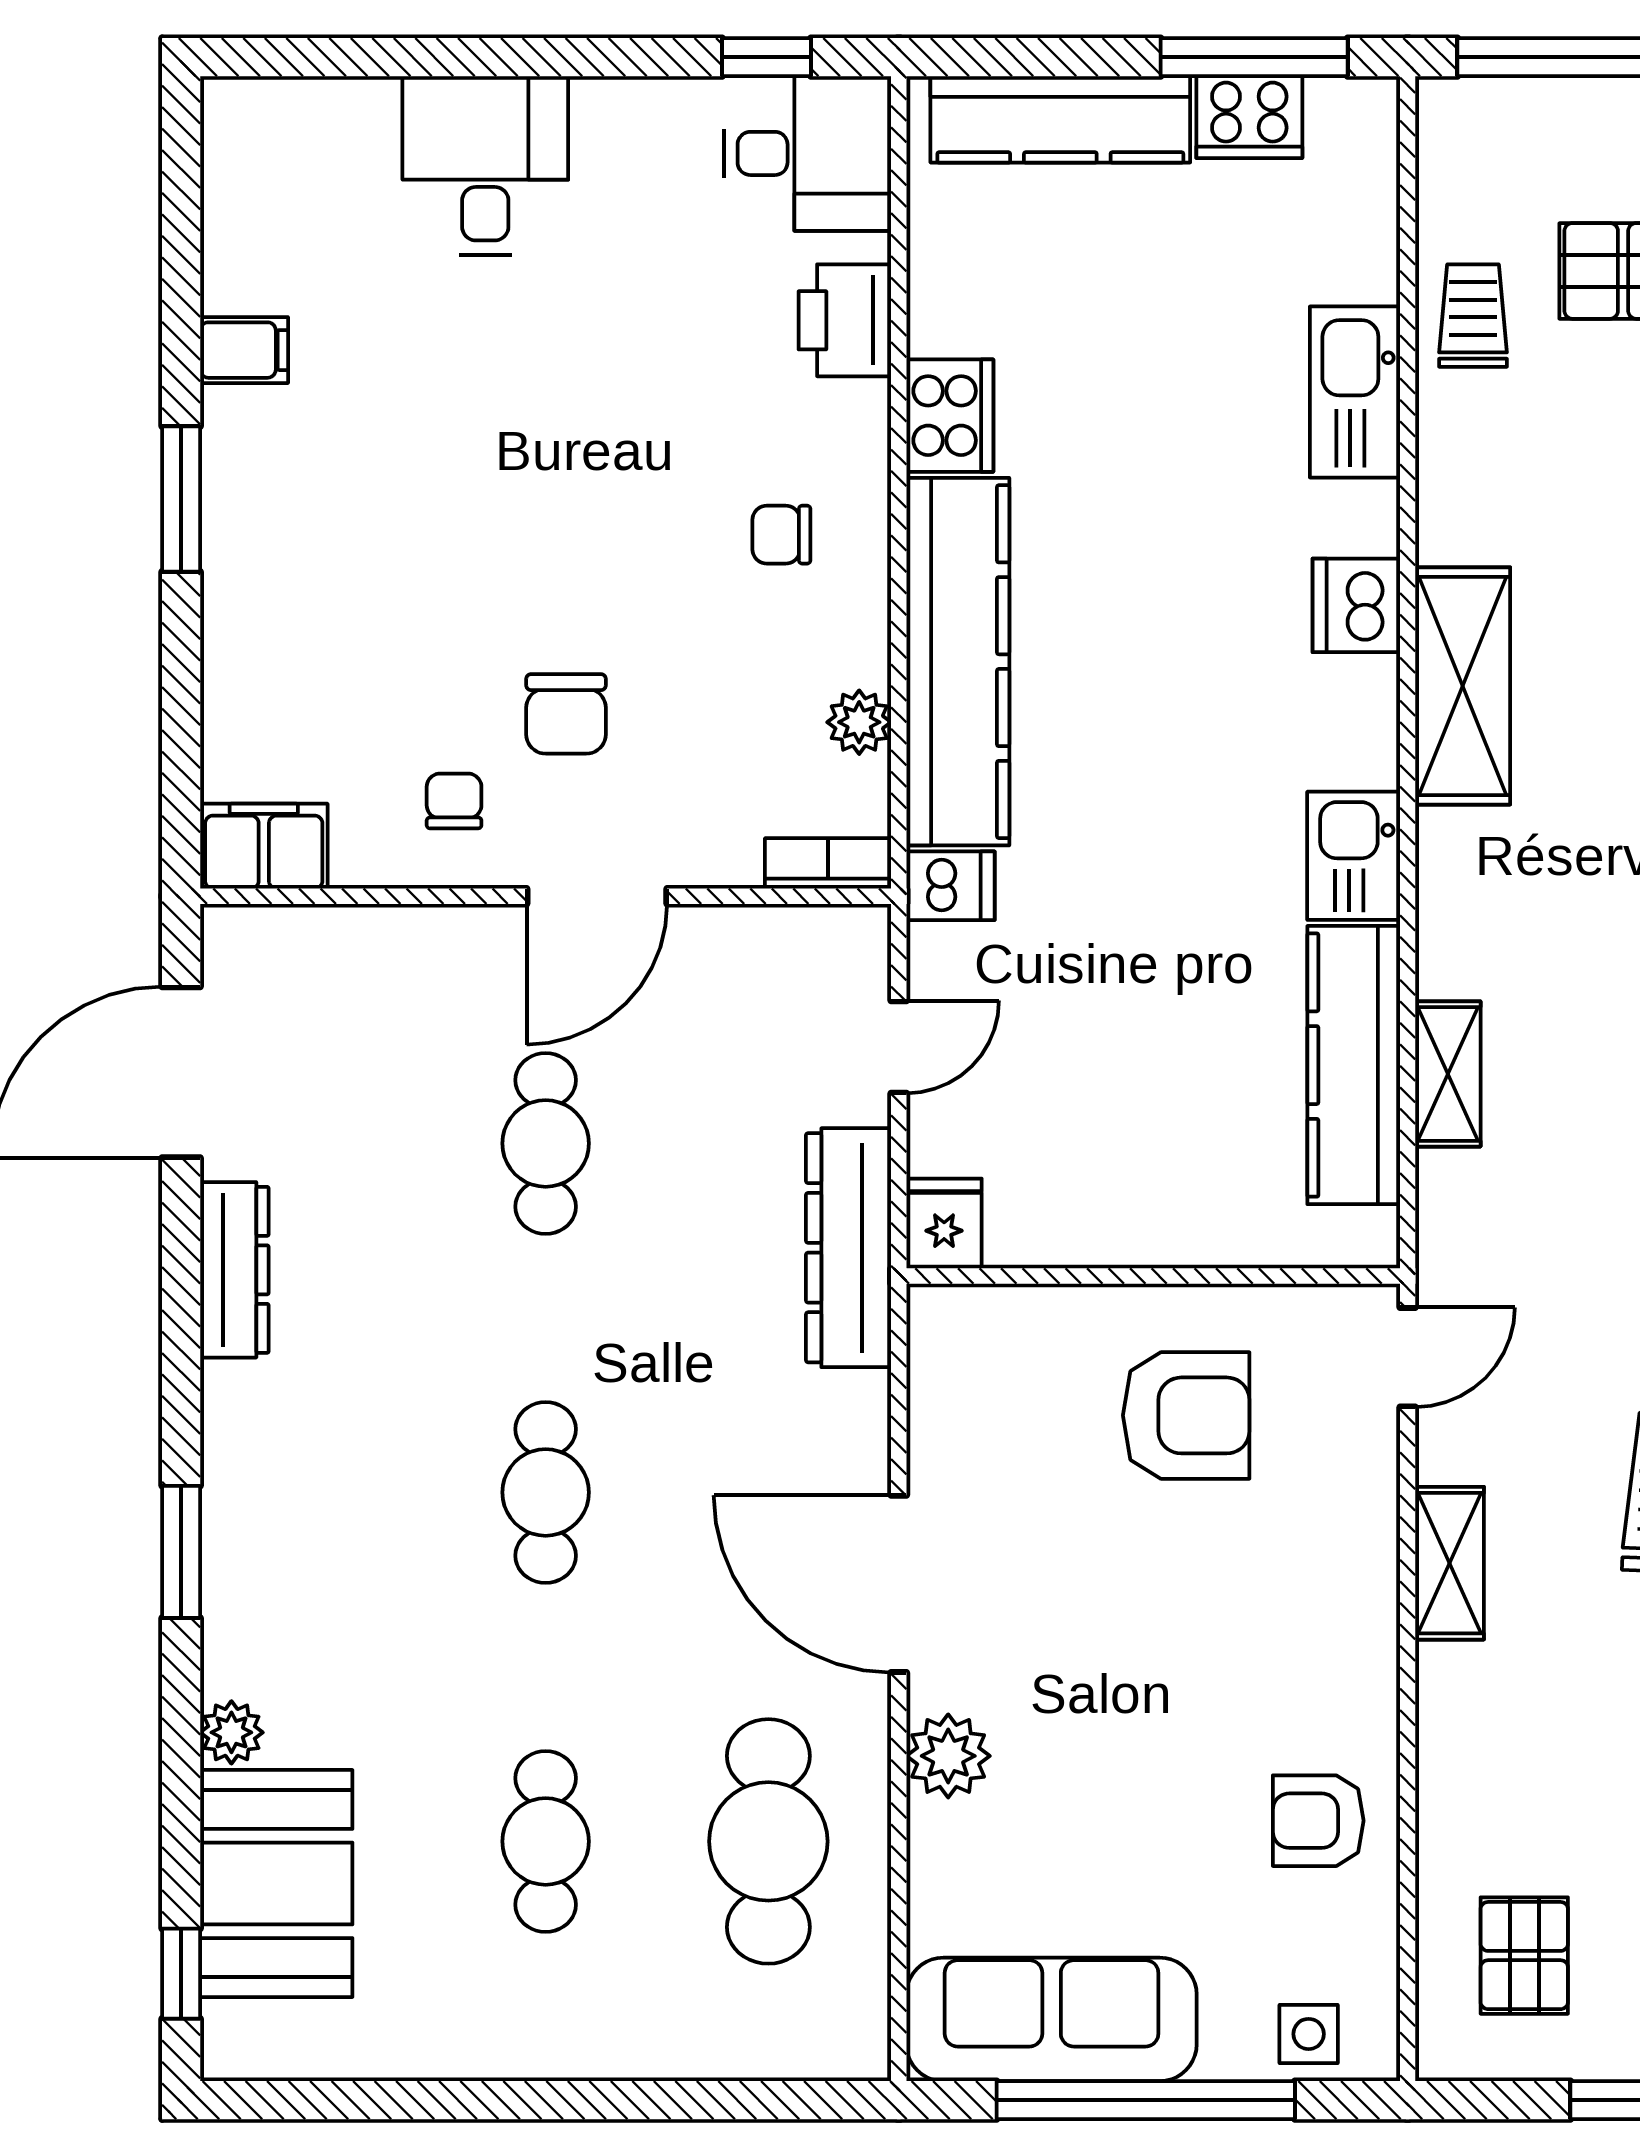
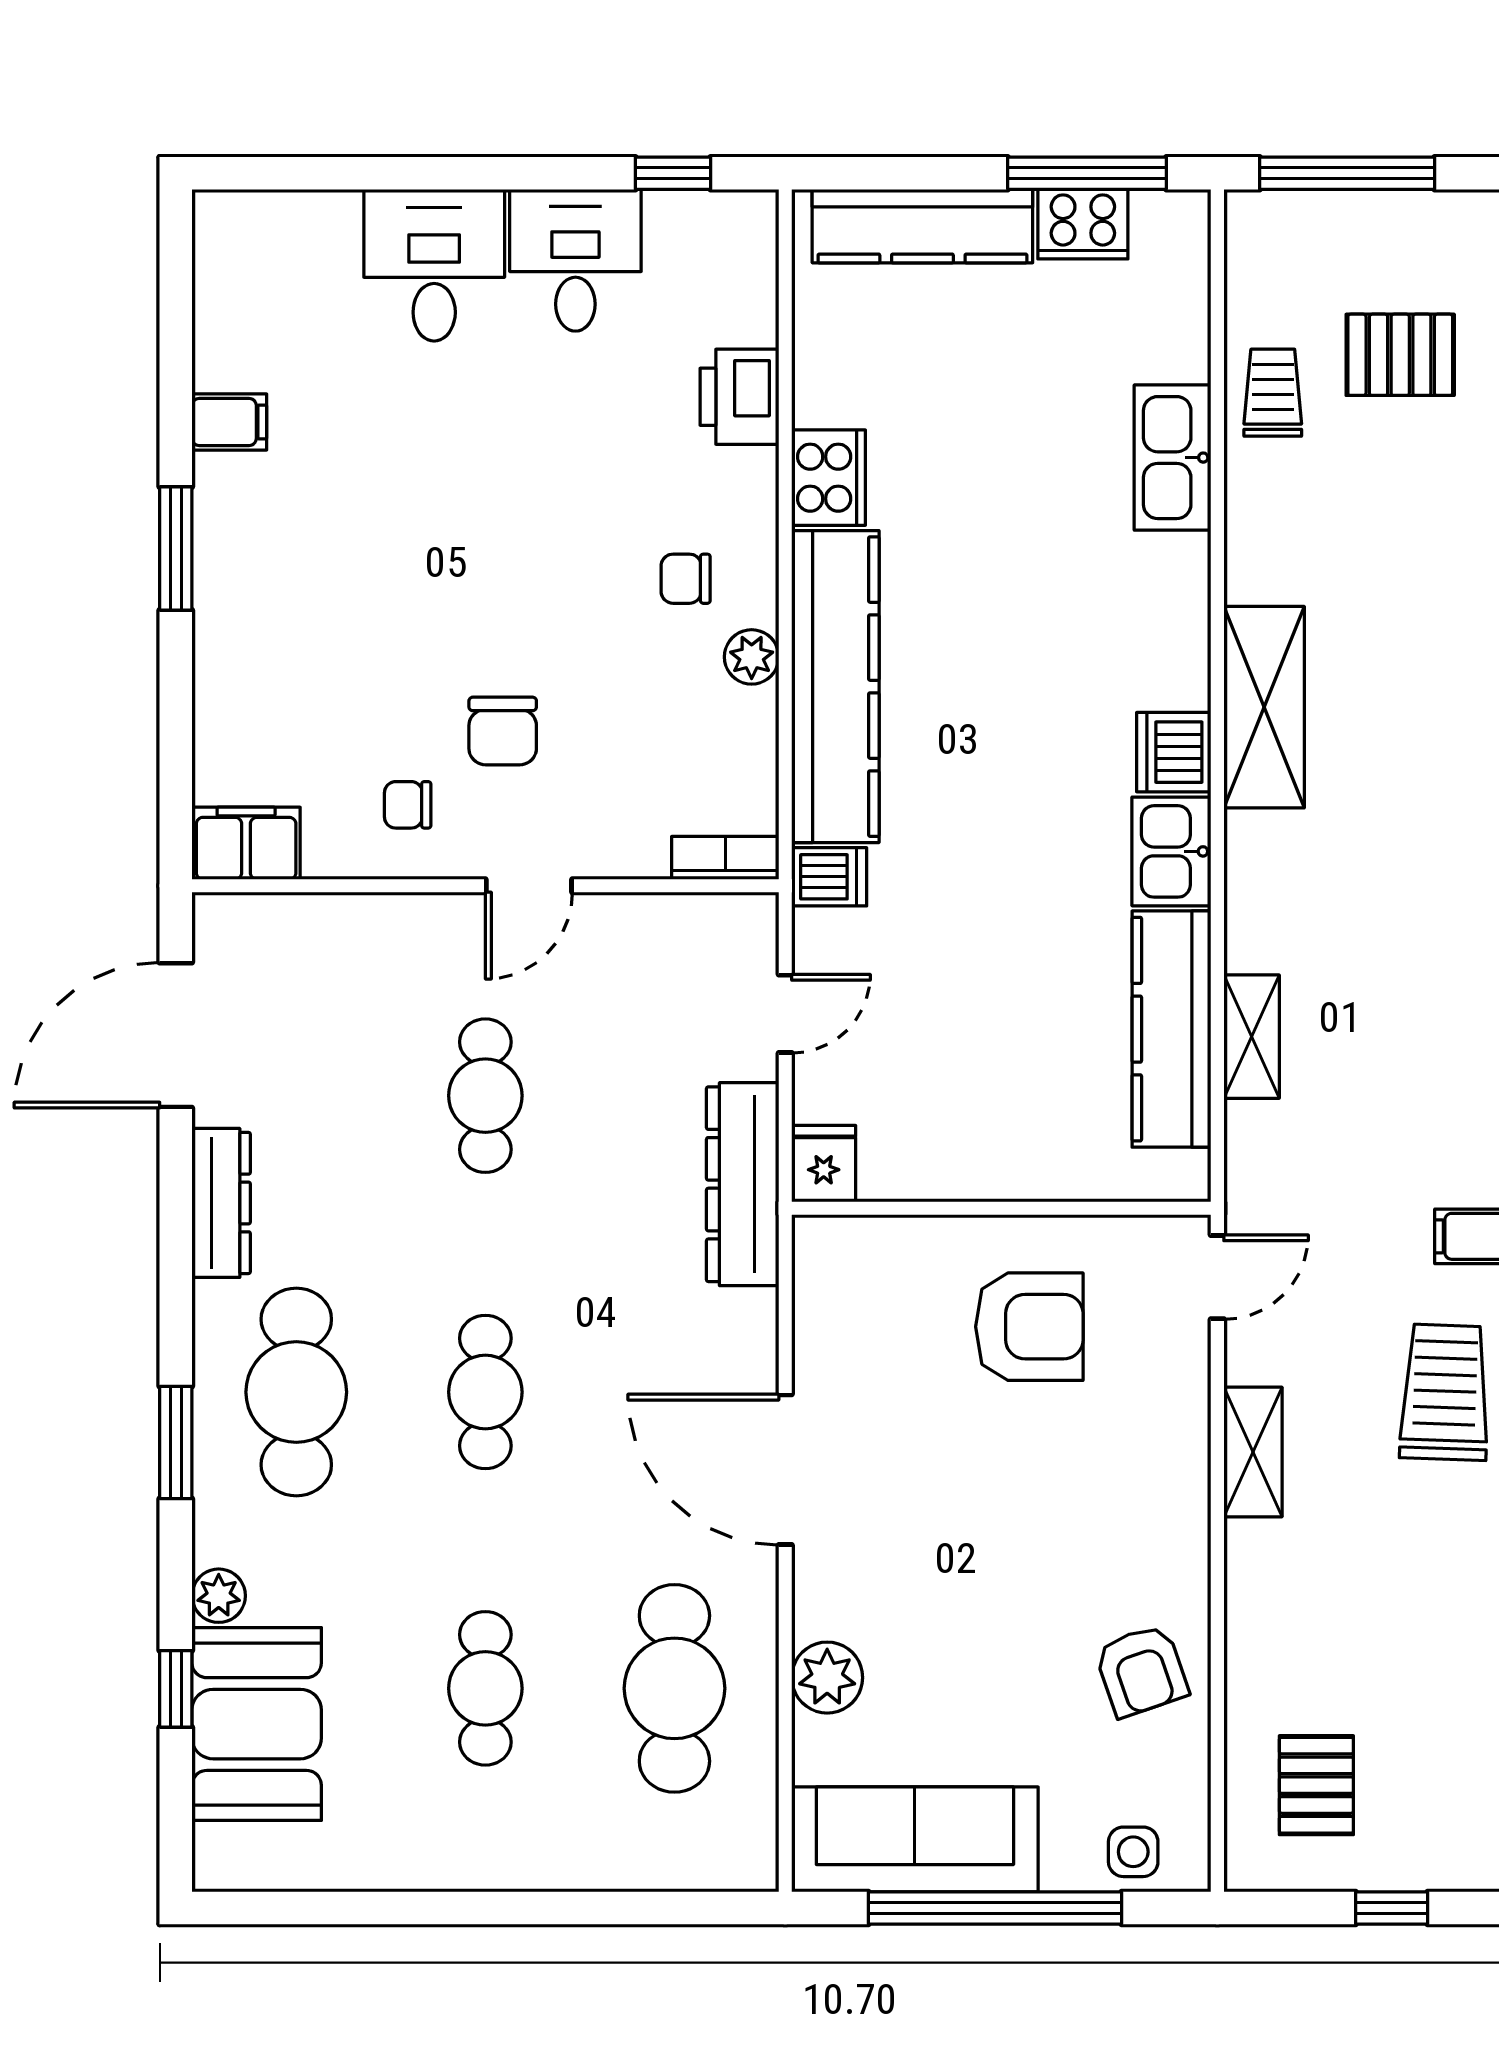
desk: (808, 153) -> (575, 260), moved, turned -90
dishwasher: (1356, 605) -> (1174, 752), moved
plant: (859, 722) -> (752, 657), moved
chair: (454, 801) -> (408, 805), turned -90
door: (597, 896) -> (529, 886), width x0.73
cafe table: (323, 1492) -> (296, 1392), added
plant: (948, 1756) -> (827, 1678), moved
armchair: (1318, 1821) -> (1141, 1671), turned -109
window: (181, 1974) -> (176, 1689), moved

